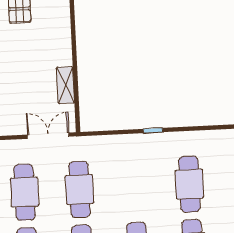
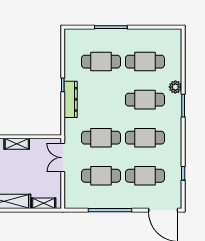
shelving: (65, 85) -> (17, 144), moved
dresser: (133, 143) -> (71, 99), added

